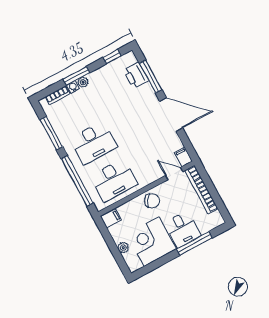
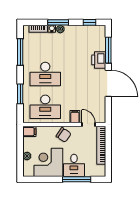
printer: (136, 75) -> (99, 60), moved
filing cabinet: (183, 157) -> (75, 117), moved
window: (77, 181) -> (20, 94), width x0.47

